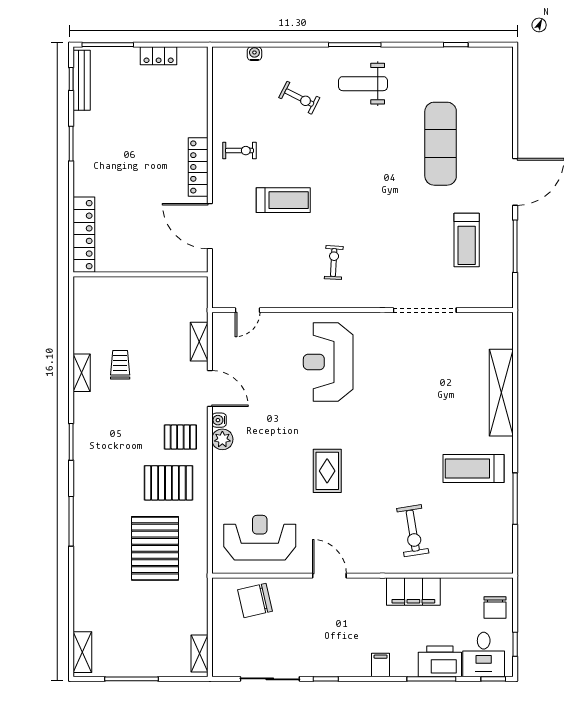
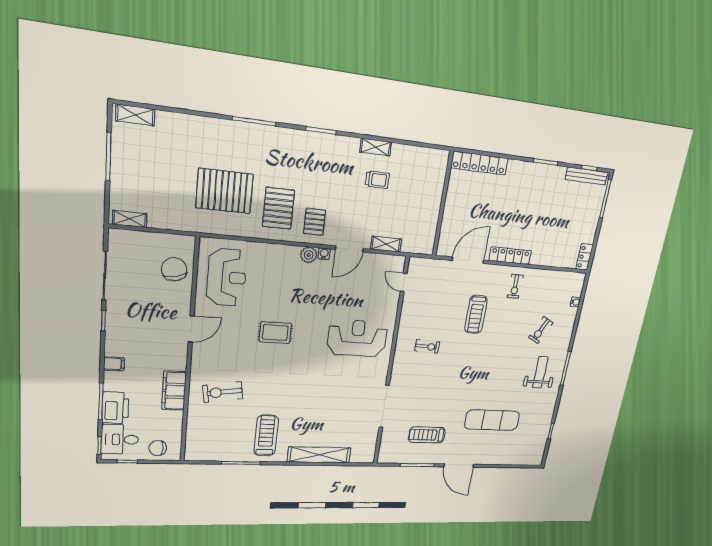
locker: (159, 56) -> (584, 257), moved

